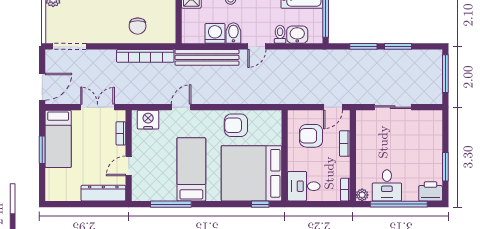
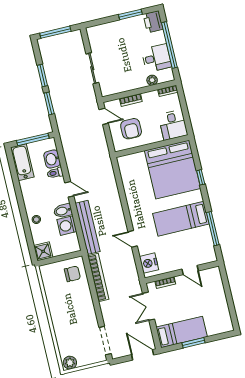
chair: (138, 26) -> (72, 274), moved
armchair: (236, 125) -> (137, 191), removed
dresser: (103, 193) -> (217, 285), removed
plant: (362, 195) -> (152, 80), moved
window: (260, 204) -> (201, 177), moved

